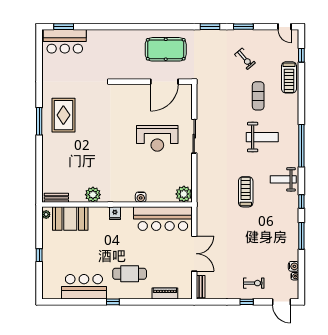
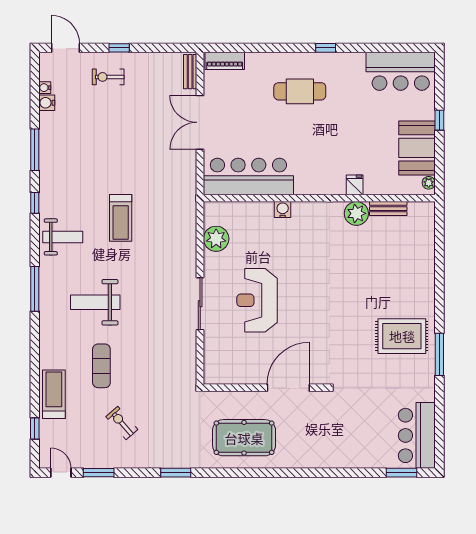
window: (243, 27) -> (99, 473), moved
bar counter: (65, 41) -> (417, 435), moved, turned -90
door: (164, 82) -> (288, 388), moved
rug: (63, 115) -> (402, 336), turned 90
window: (39, 121) -> (439, 354), moved
reception desk: (157, 138) -> (257, 300), turned -90
window: (301, 146) -> (35, 289), width x0.68
plant: (184, 194) -> (216, 239), moved
bench: (56, 198) -> (388, 209), moved
fridge: (115, 213) -> (355, 185), moved
booth: (70, 219) -> (417, 148), moved, turned 90
bar counter: (84, 287) -> (401, 71), moved
piano: (165, 294) -> (225, 61), moved

